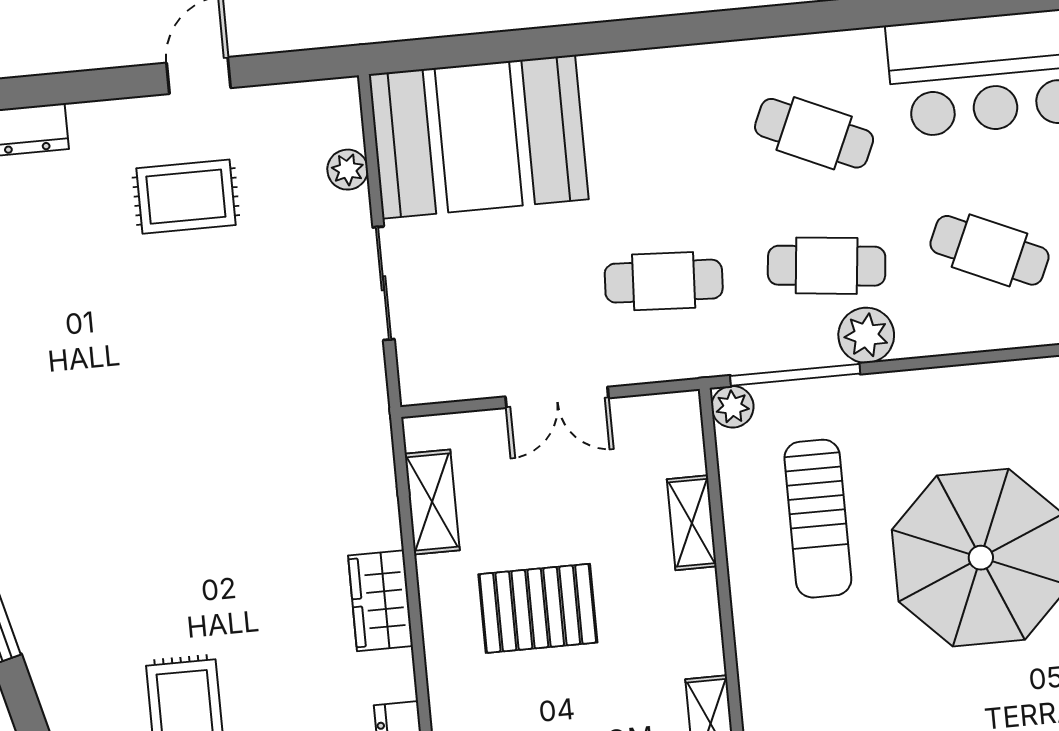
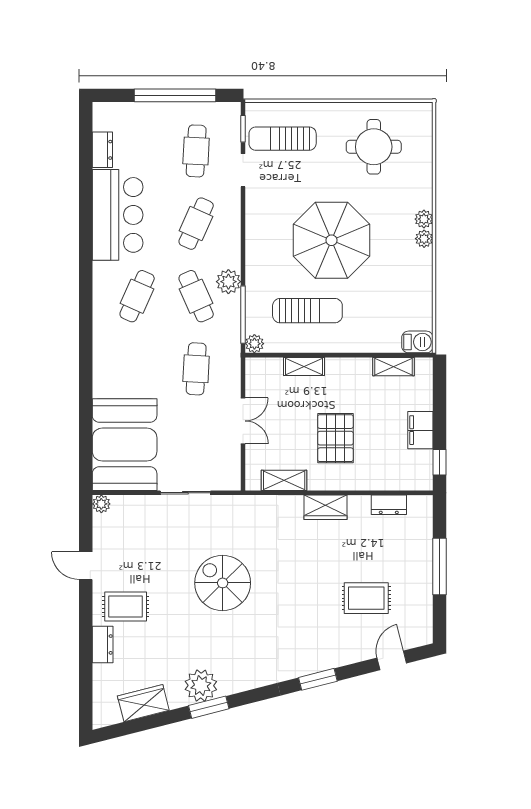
plant: (348, 170) -> (101, 504), moved
rug: (186, 197) -> (126, 606), moved, turned 90
cafe table: (827, 266) -> (196, 296), turned -30
spiral stairs: (189, 386) -> (223, 583), added

